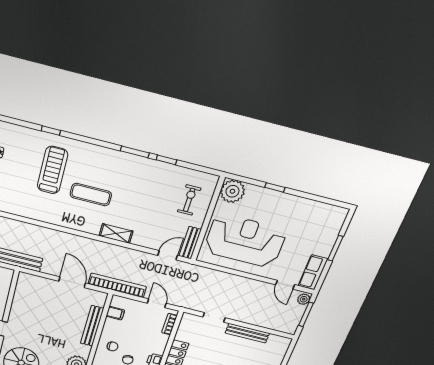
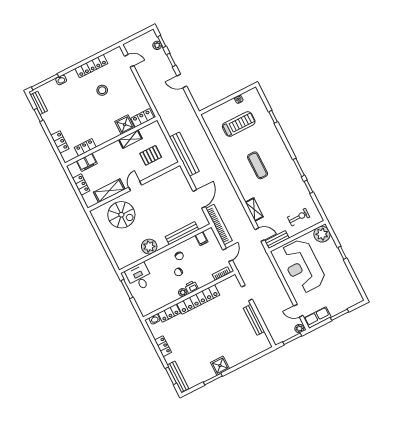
treadmill: (53, 170) -> (239, 124), moved
shelving: (116, 234) -> (254, 210), moved
reception desk: (245, 241) -> (303, 266), turned 180
door: (285, 285) -> (298, 311), hinge flipped

